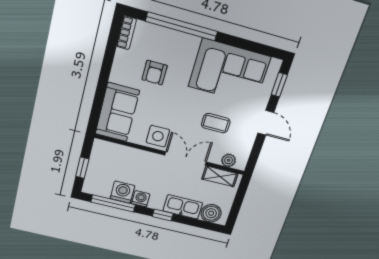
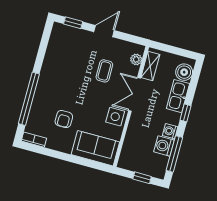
corner sofa: (229, 72) -> (63, 62), removed
armchair: (155, 73) -> (64, 119), turned 90

